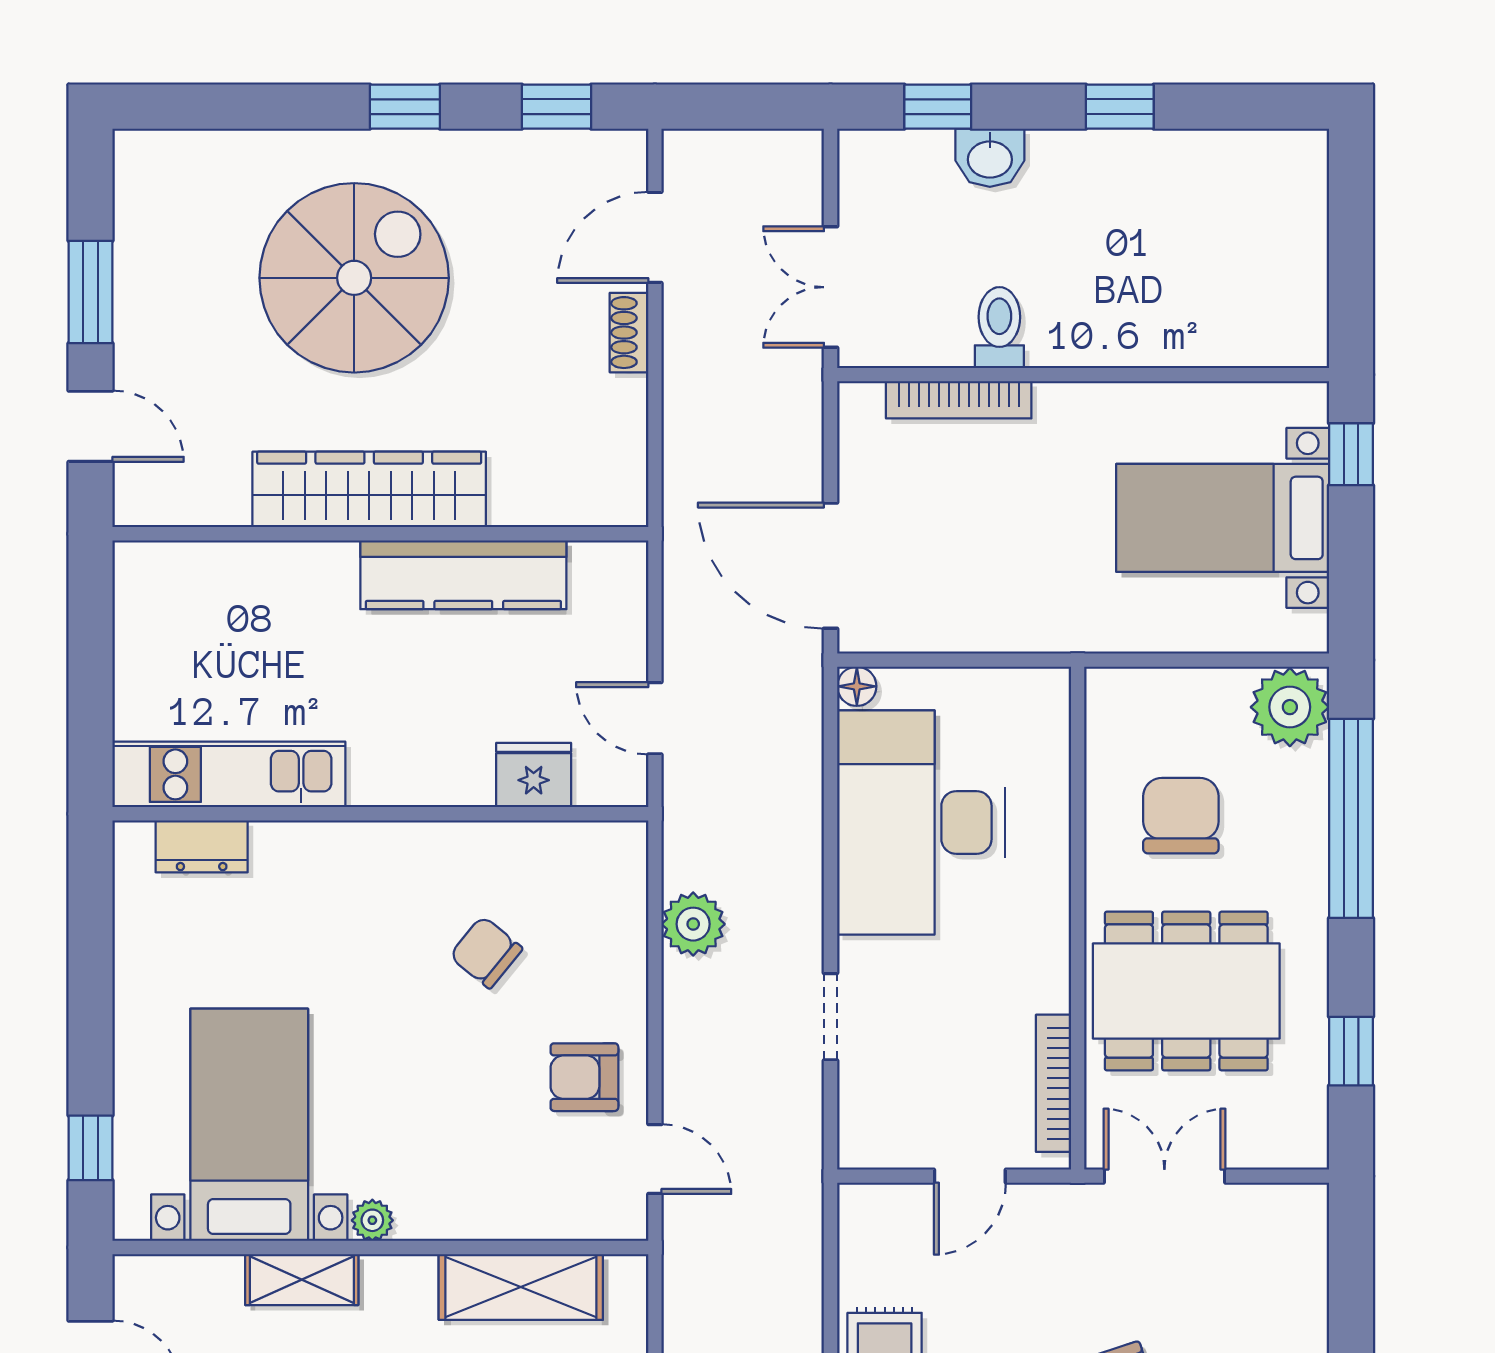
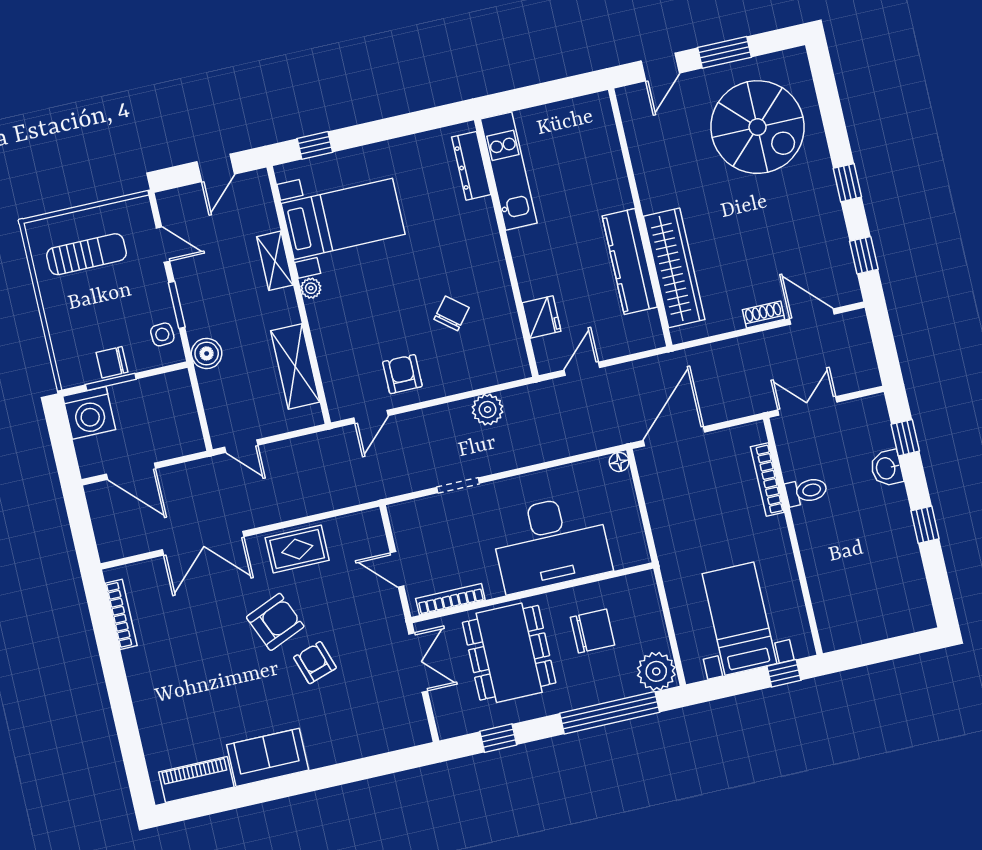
spiral stairs: (354, 278) -> (758, 127), moved
wardrobe: (369, 489) -> (674, 268), moved
desk: (921, 823) -> (551, 543), moved, turned 180
dresser: (202, 846) -> (471, 166), width x1.44

